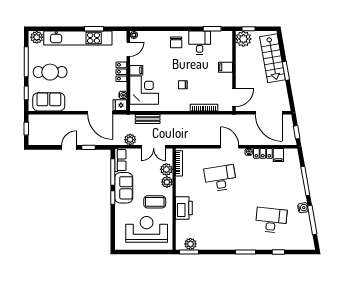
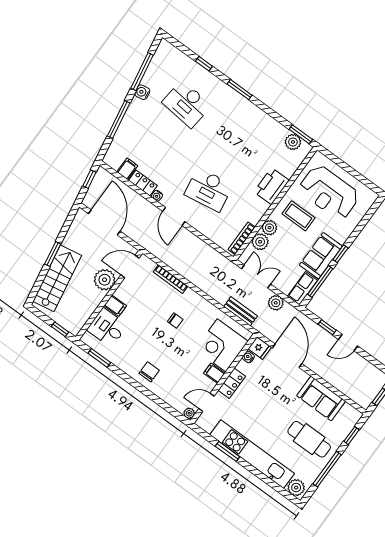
plant: (243, 39) -> (105, 280), moved
desk: (200, 43) -> (107, 328), moved, turned 90
sofa: (49, 102) -> (321, 398), moved

